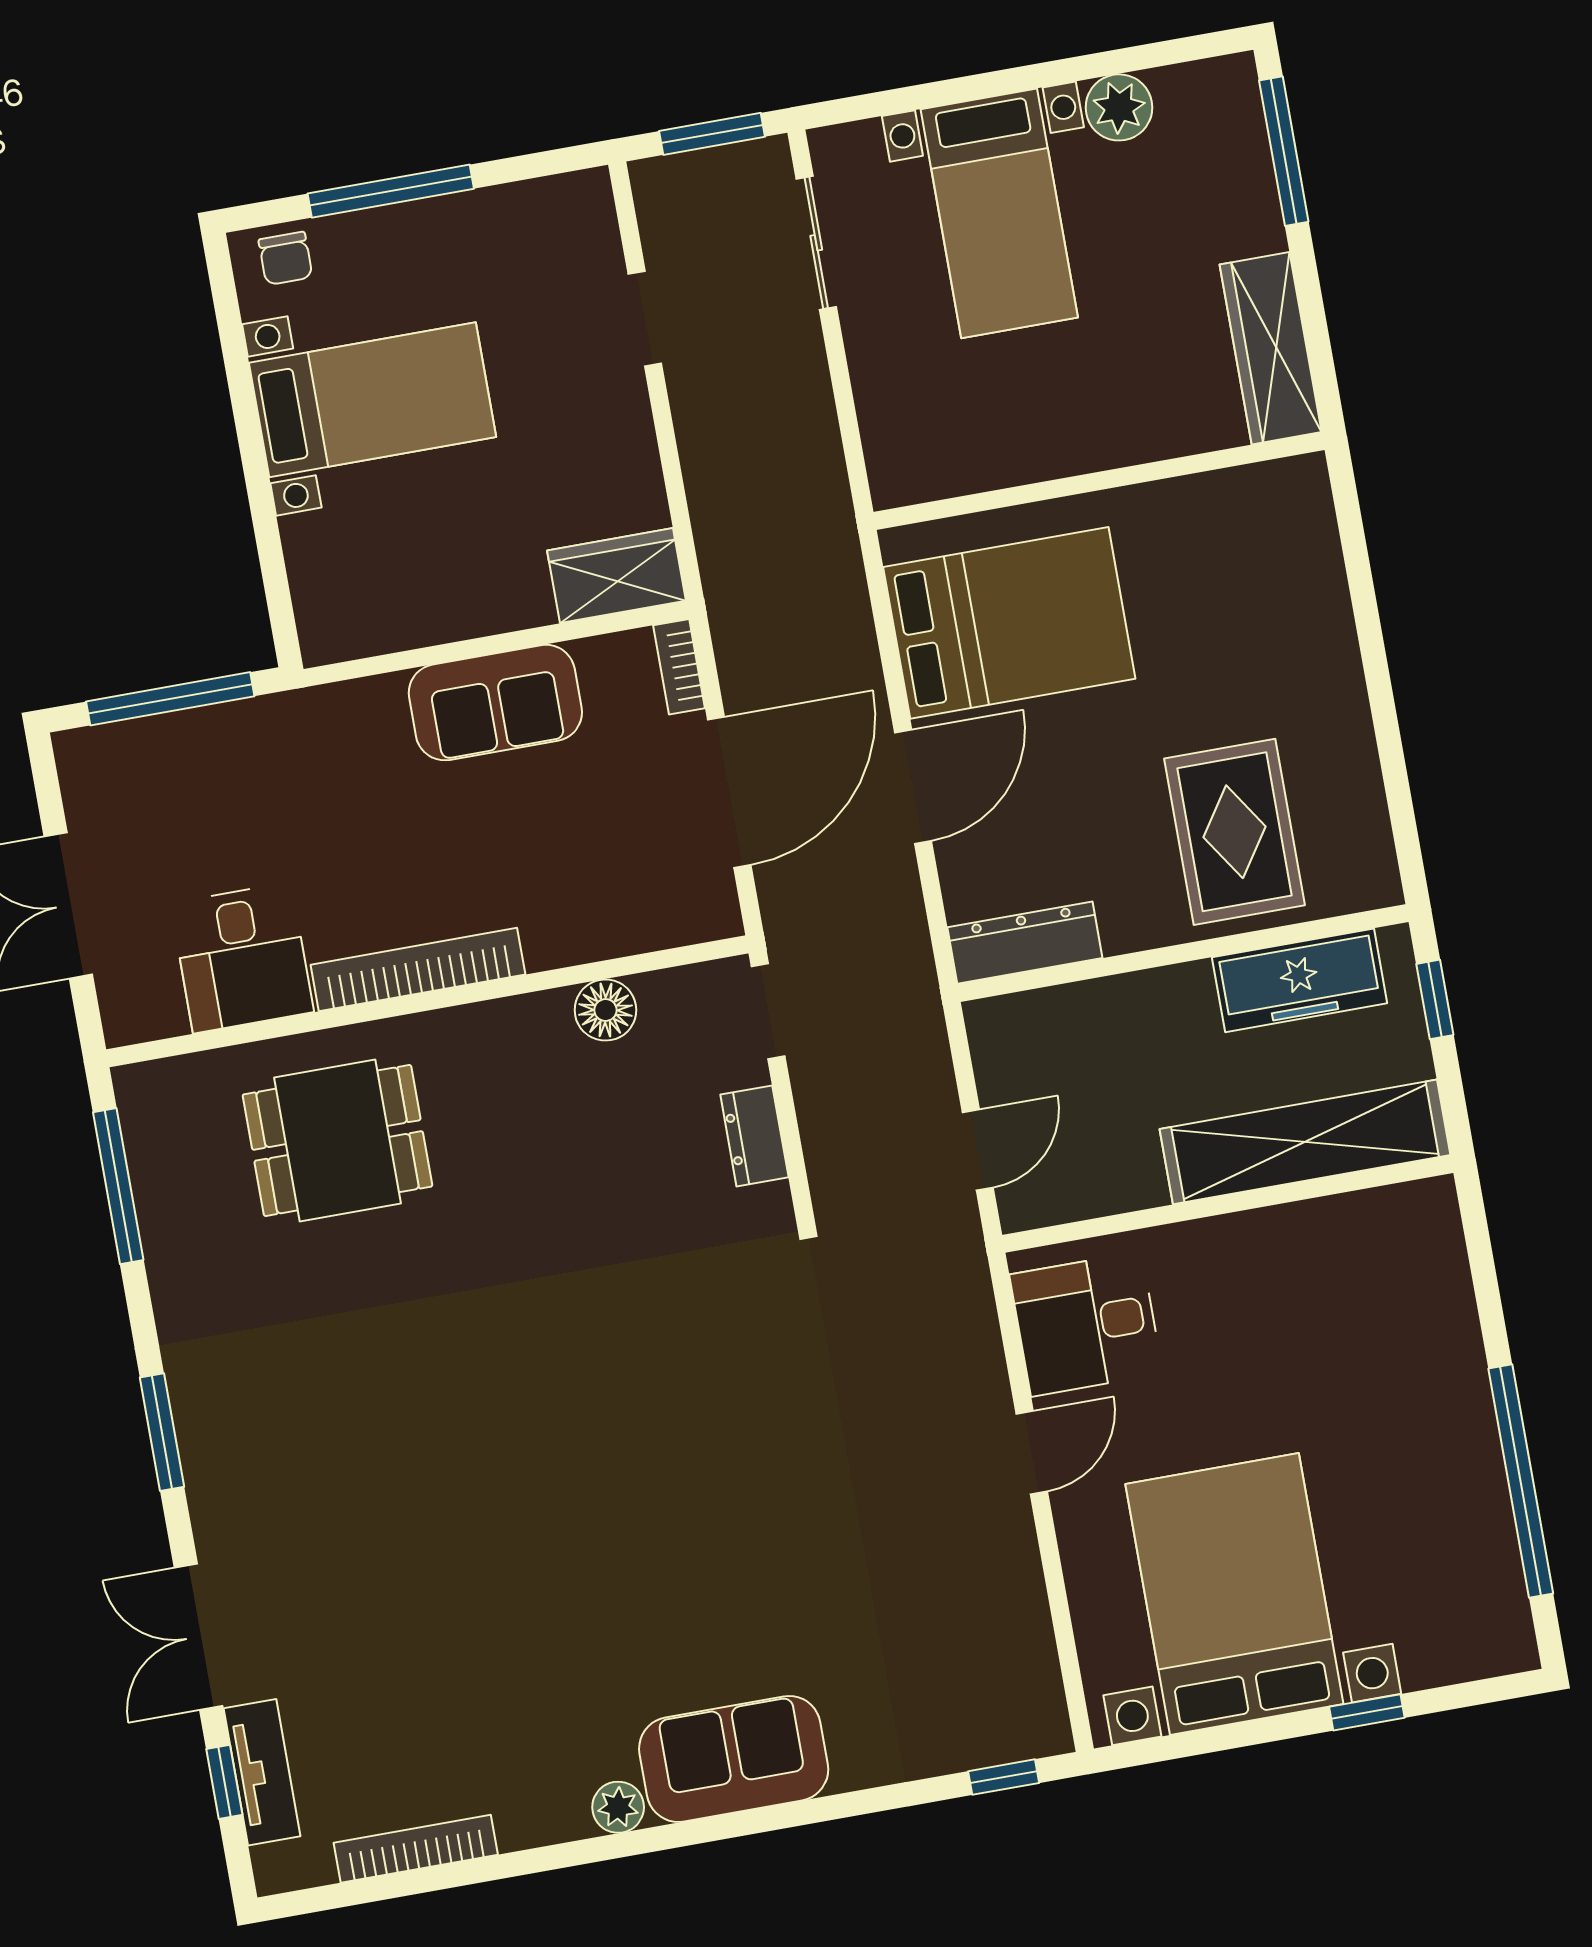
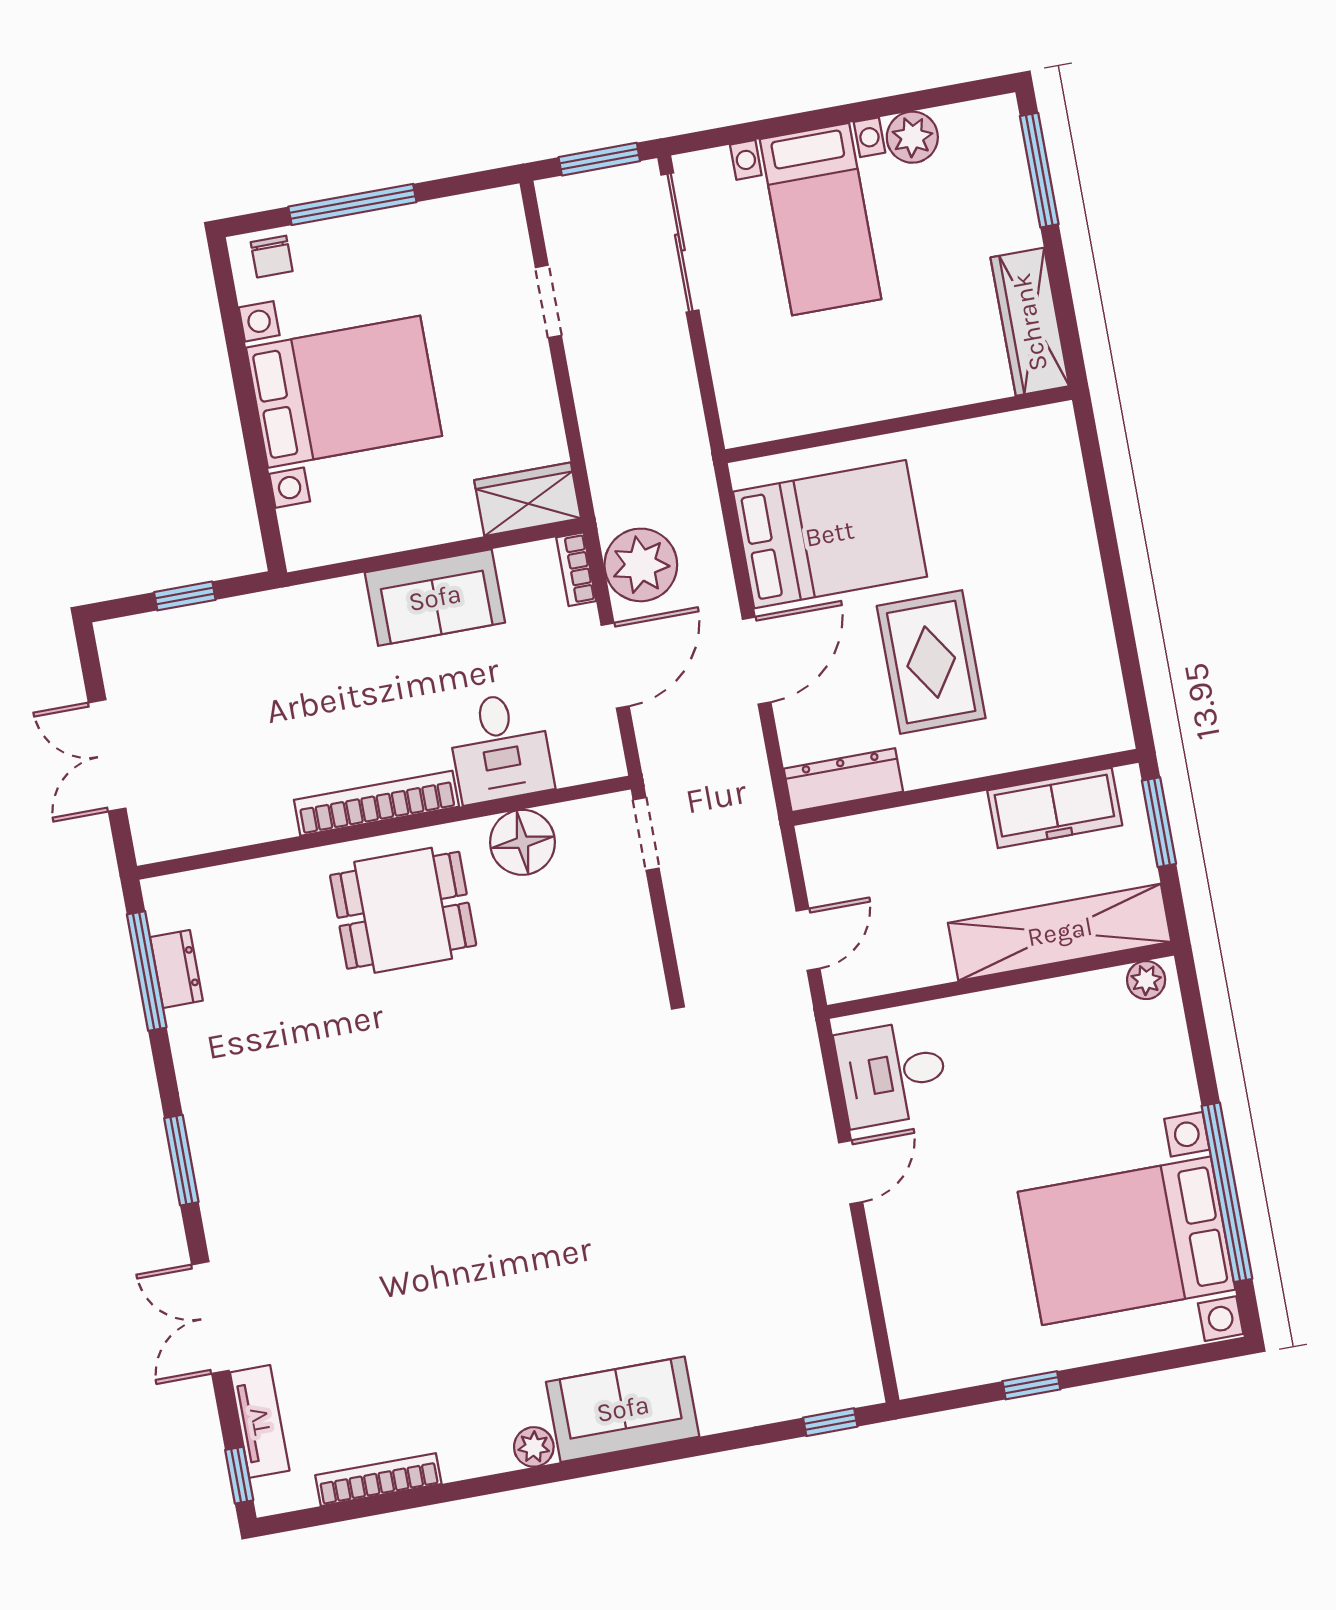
sliding door: (816, 243) -> (680, 242), width x1.37
bed with nightstands: (372, 400) -> (344, 392), width x1.36
plant: (763, 662) -> (641, 565), added
window: (170, 699) -> (185, 596), width x0.46
door: (729, 792) -> (615, 666), width x0.73
rug: (1234, 832) -> (931, 662), moved
desk: (242, 958) -> (500, 747), moved
window: (1435, 999) -> (1159, 822), width x1.50
floor lamp: (605, 1010) -> (522, 842), width x1.38, depth x1.38
dresser: (754, 1136) -> (176, 969), moved, turned 180
dining table: (337, 1140) -> (403, 910), moved
plant: (1417, 1205) -> (1146, 980), added
bed with nightstands: (1234, 1594) -> (1126, 1241), moved, turned -90
window: (1367, 1712) -> (1031, 1385), moved
window: (224, 1782) -> (239, 1475), moved

